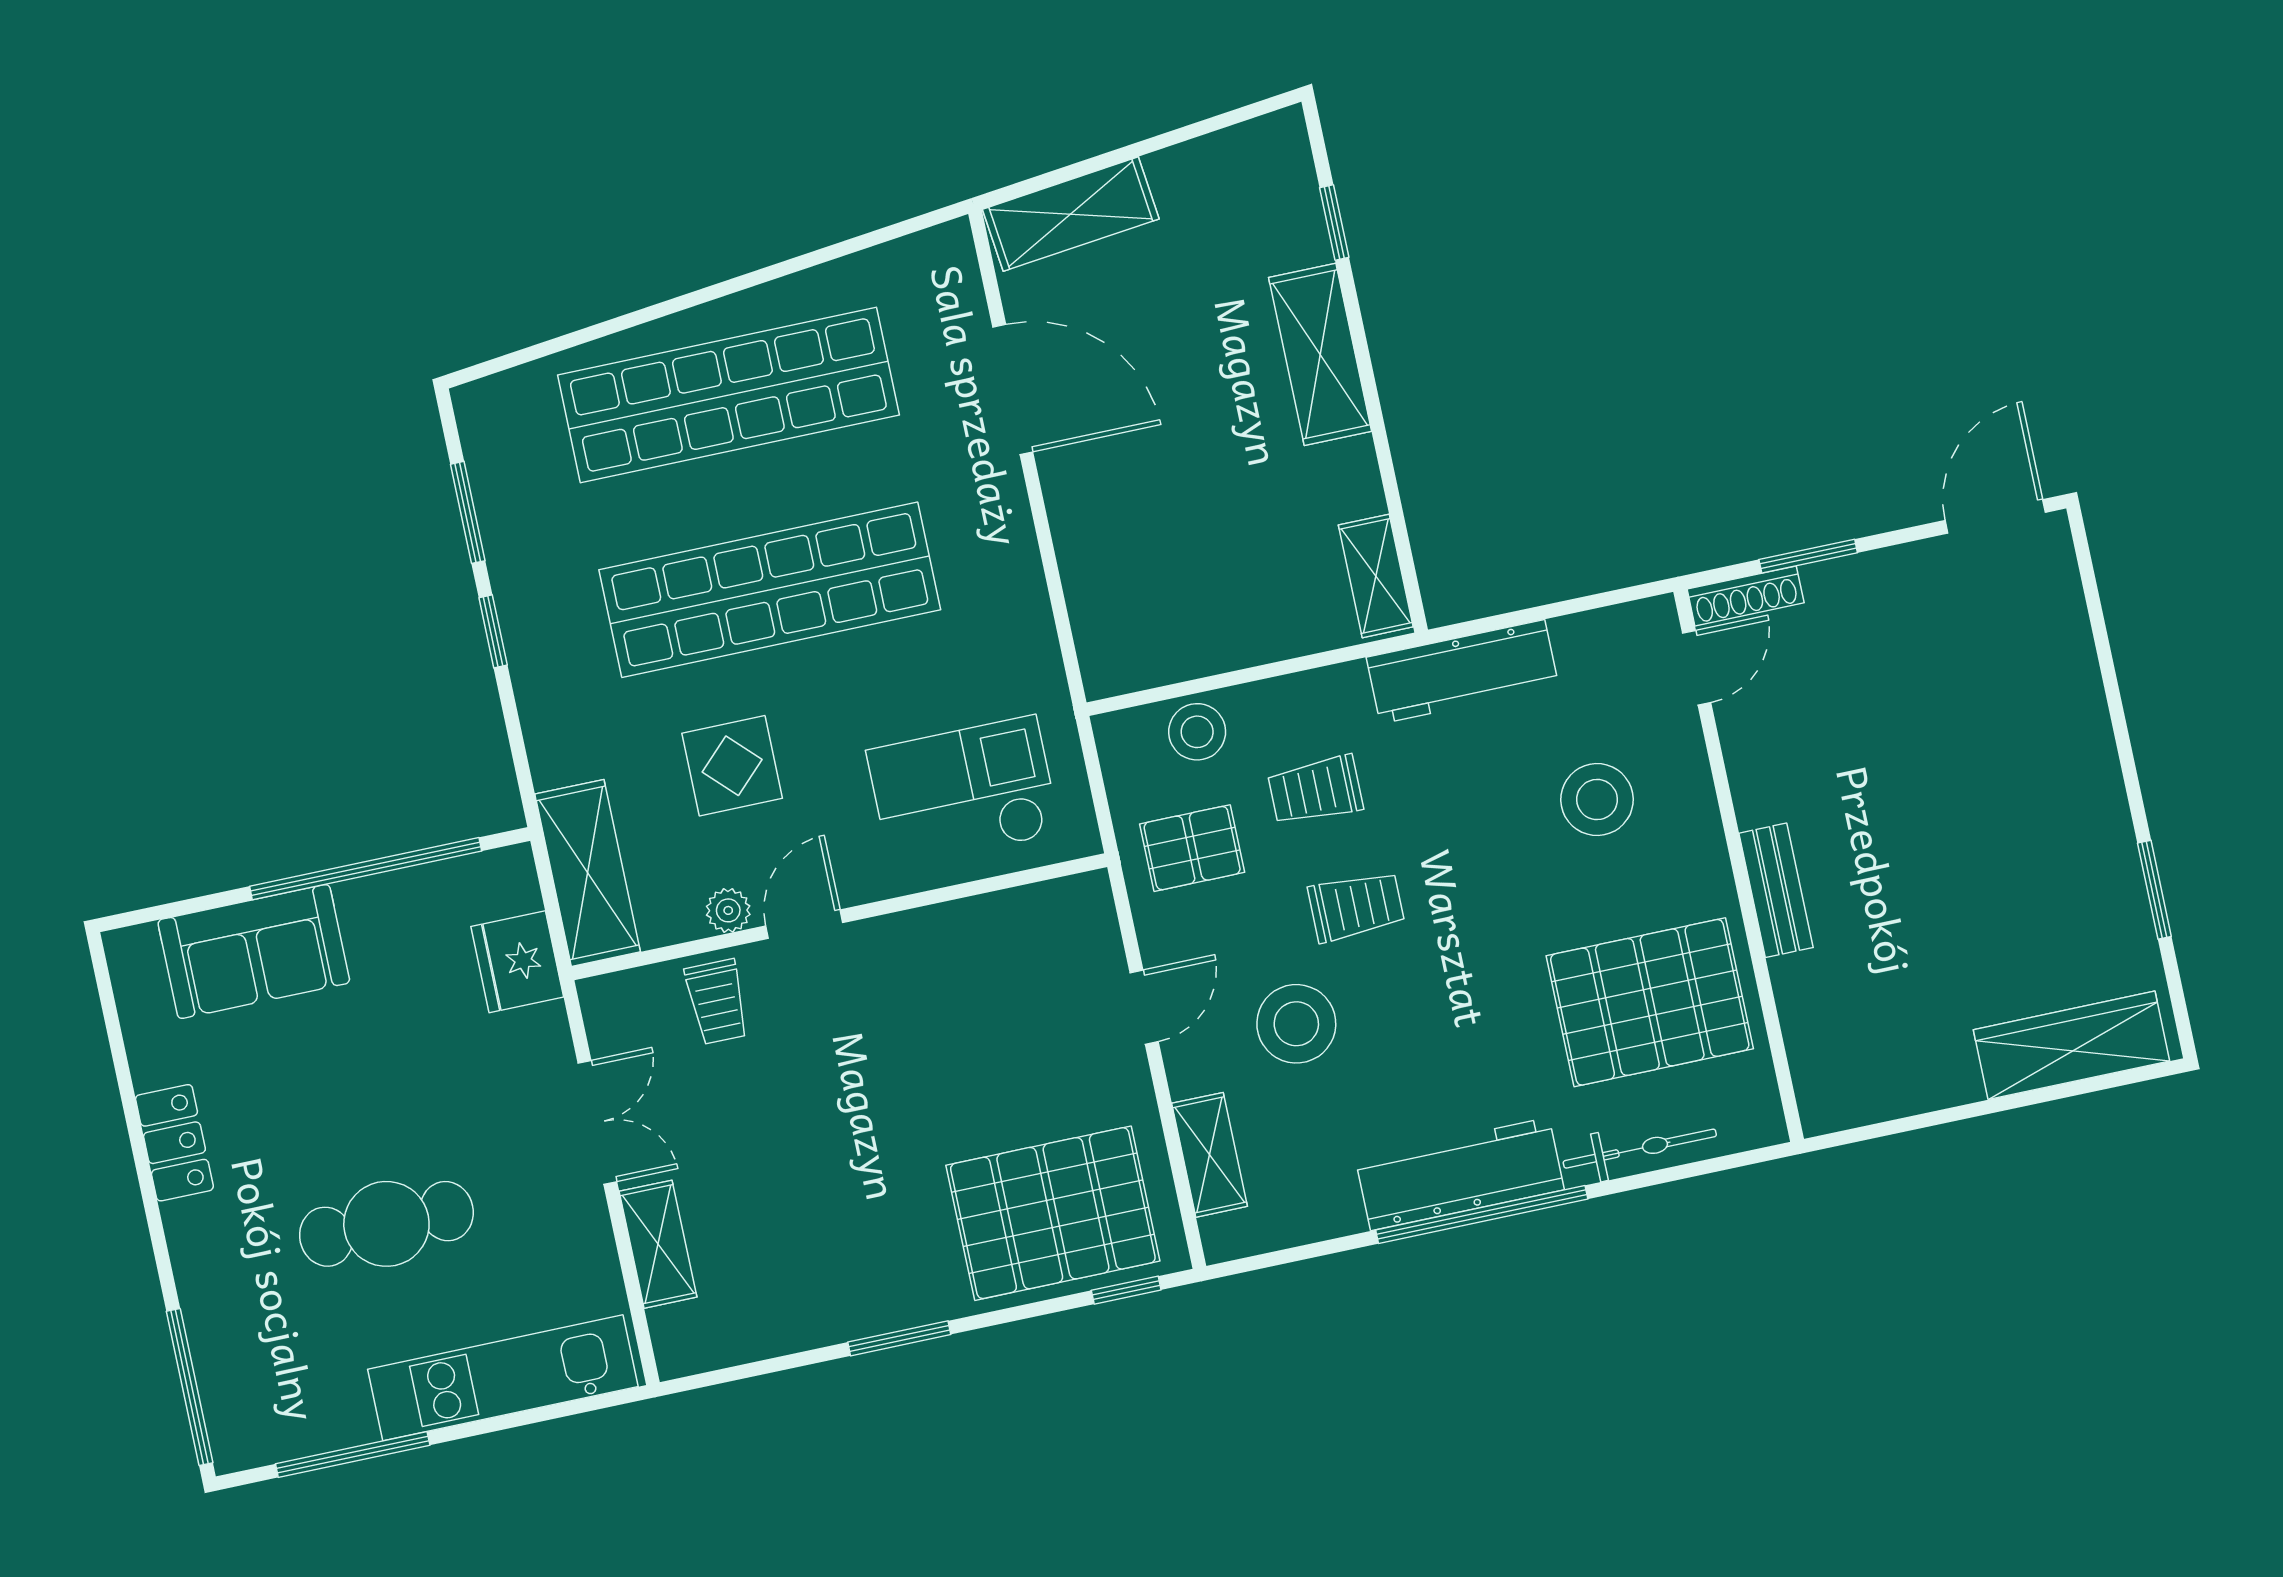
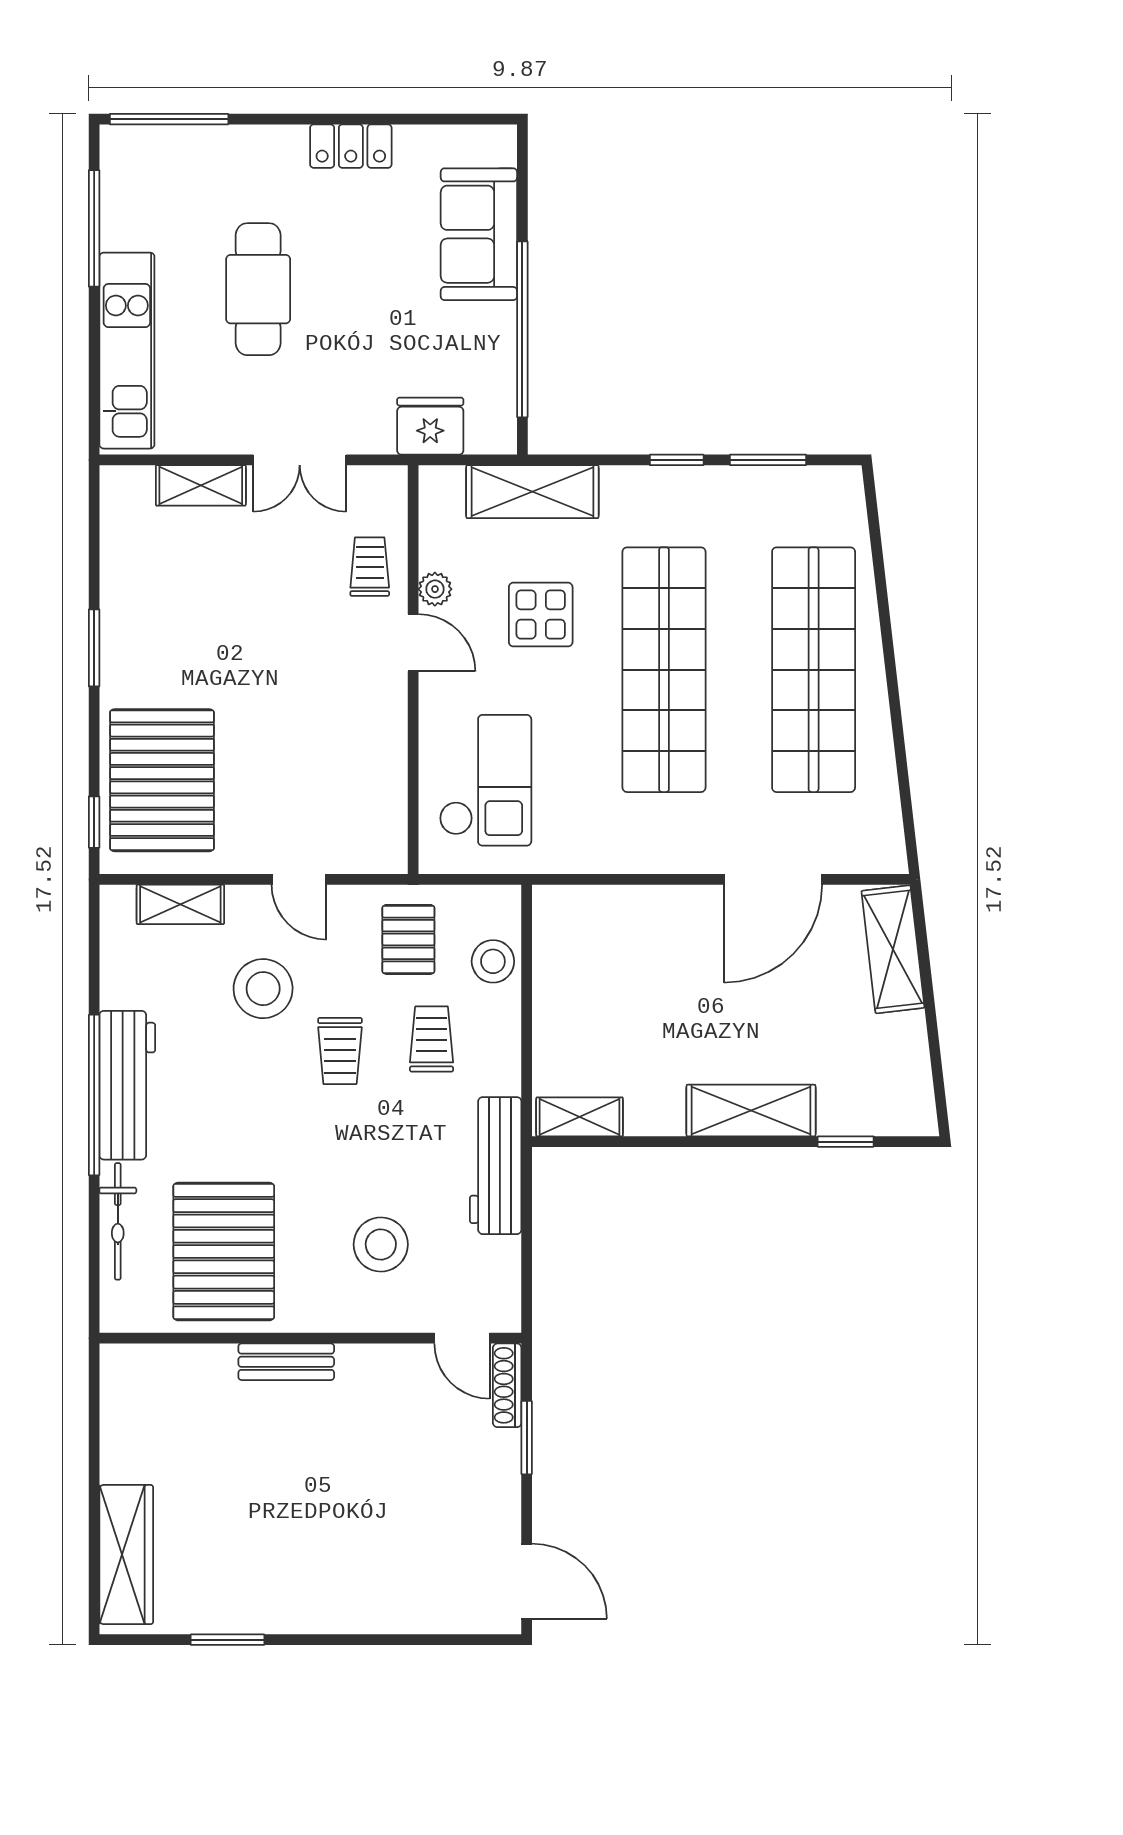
shelving: (588, 873) -> (532, 492), moved
trolley: (717, 1002) -> (370, 567), turned 90

